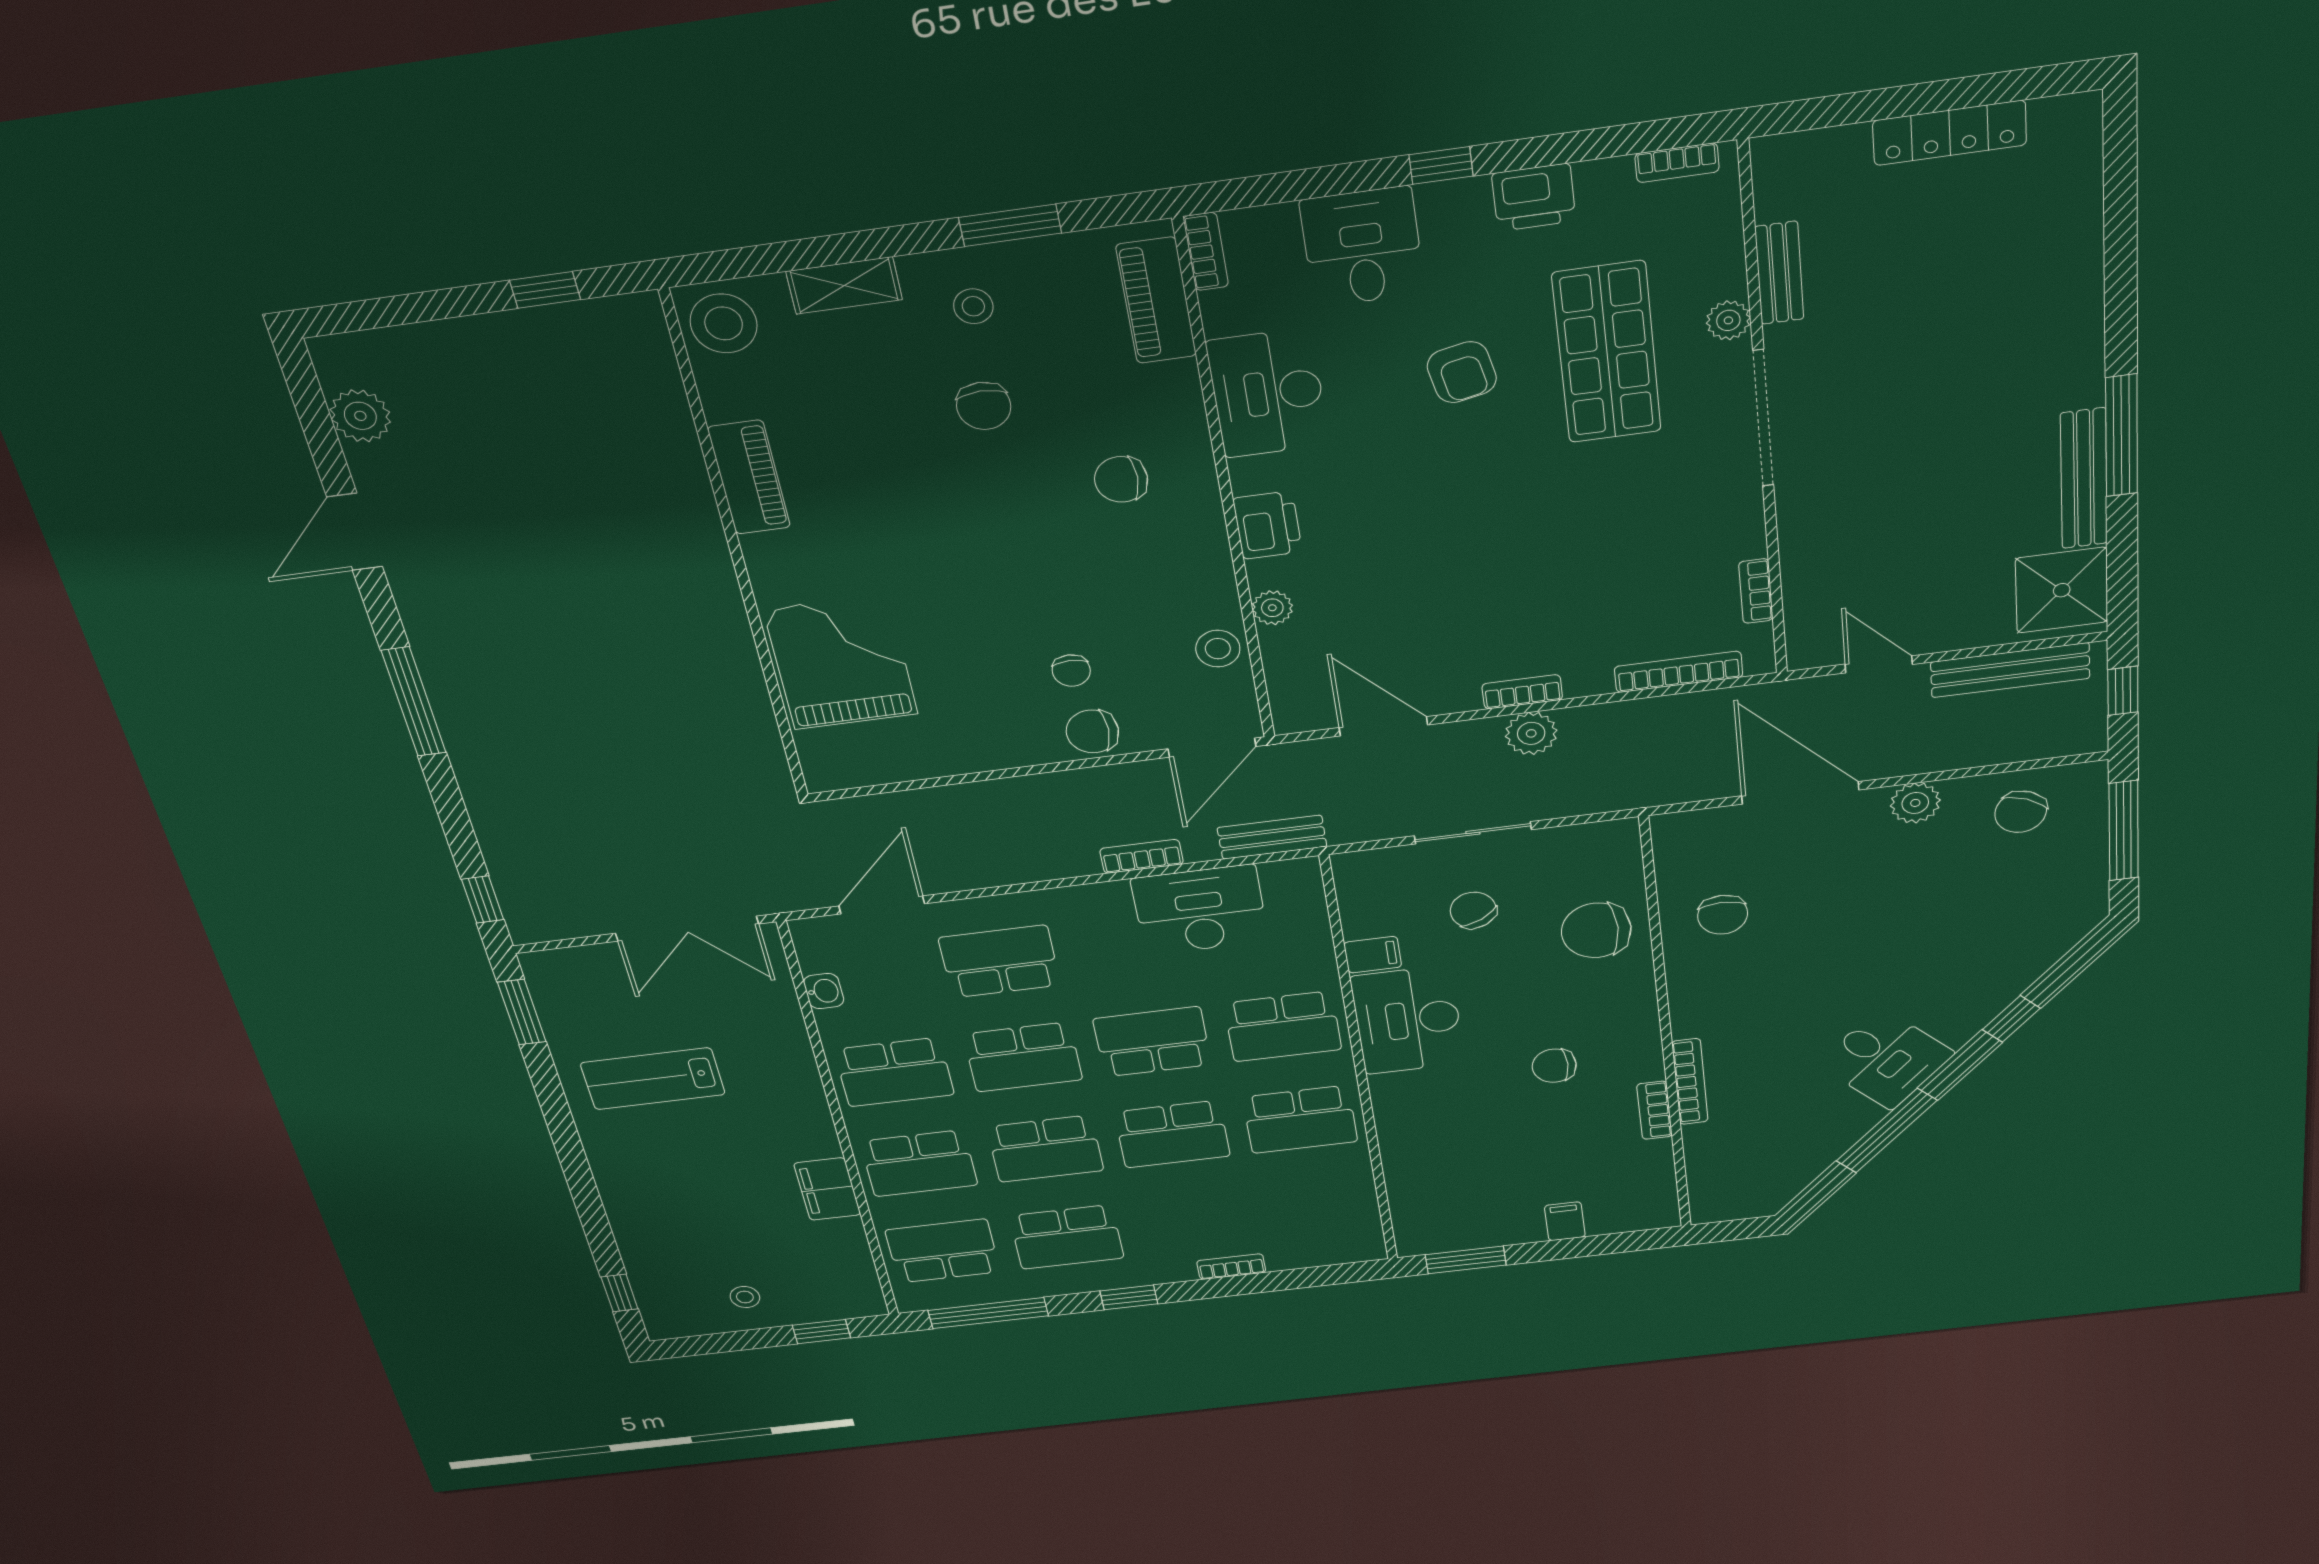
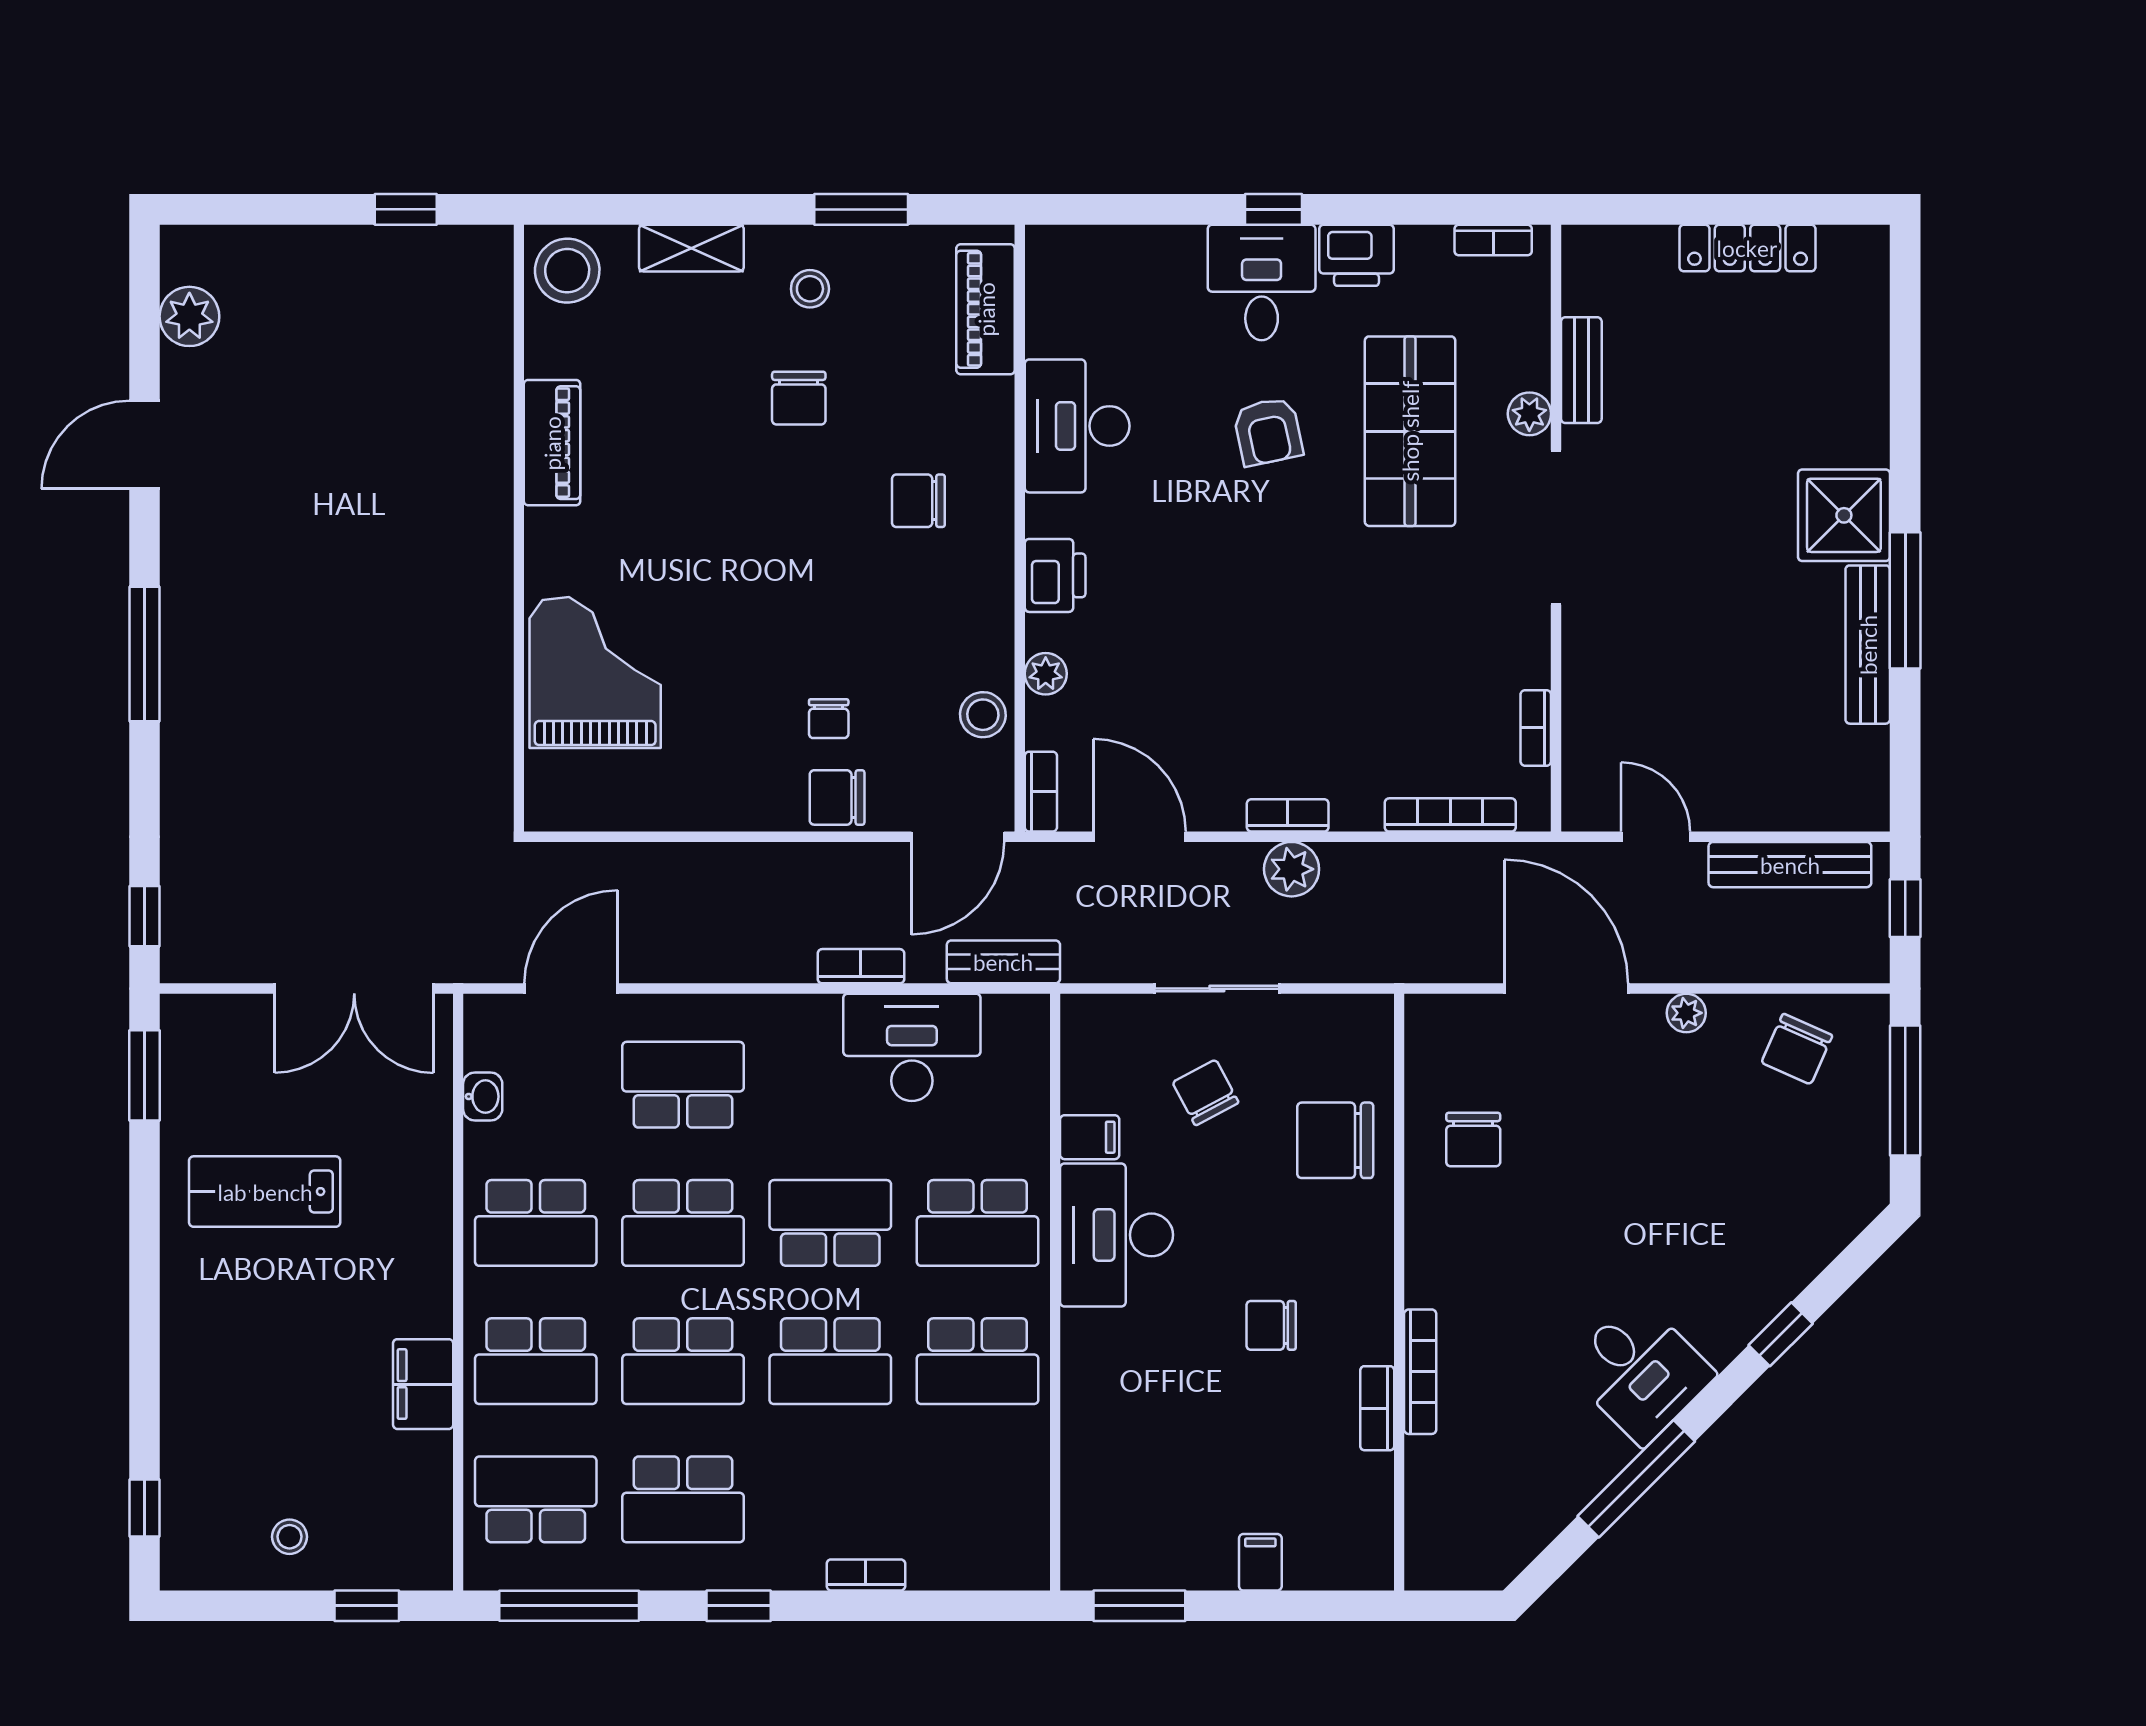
desk: (1362, 247) -> (1262, 283), moved
bookcase: (1206, 252) -> (1041, 792), moved
shower: (2062, 590) -> (1844, 515), moved
plant: (1915, 803) -> (1686, 1013), width x0.73, depth x0.73

